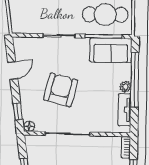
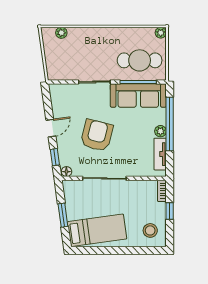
sofa: (111, 50) -> (138, 96), width x1.36
door: (13, 71) -> (51, 128), moved

